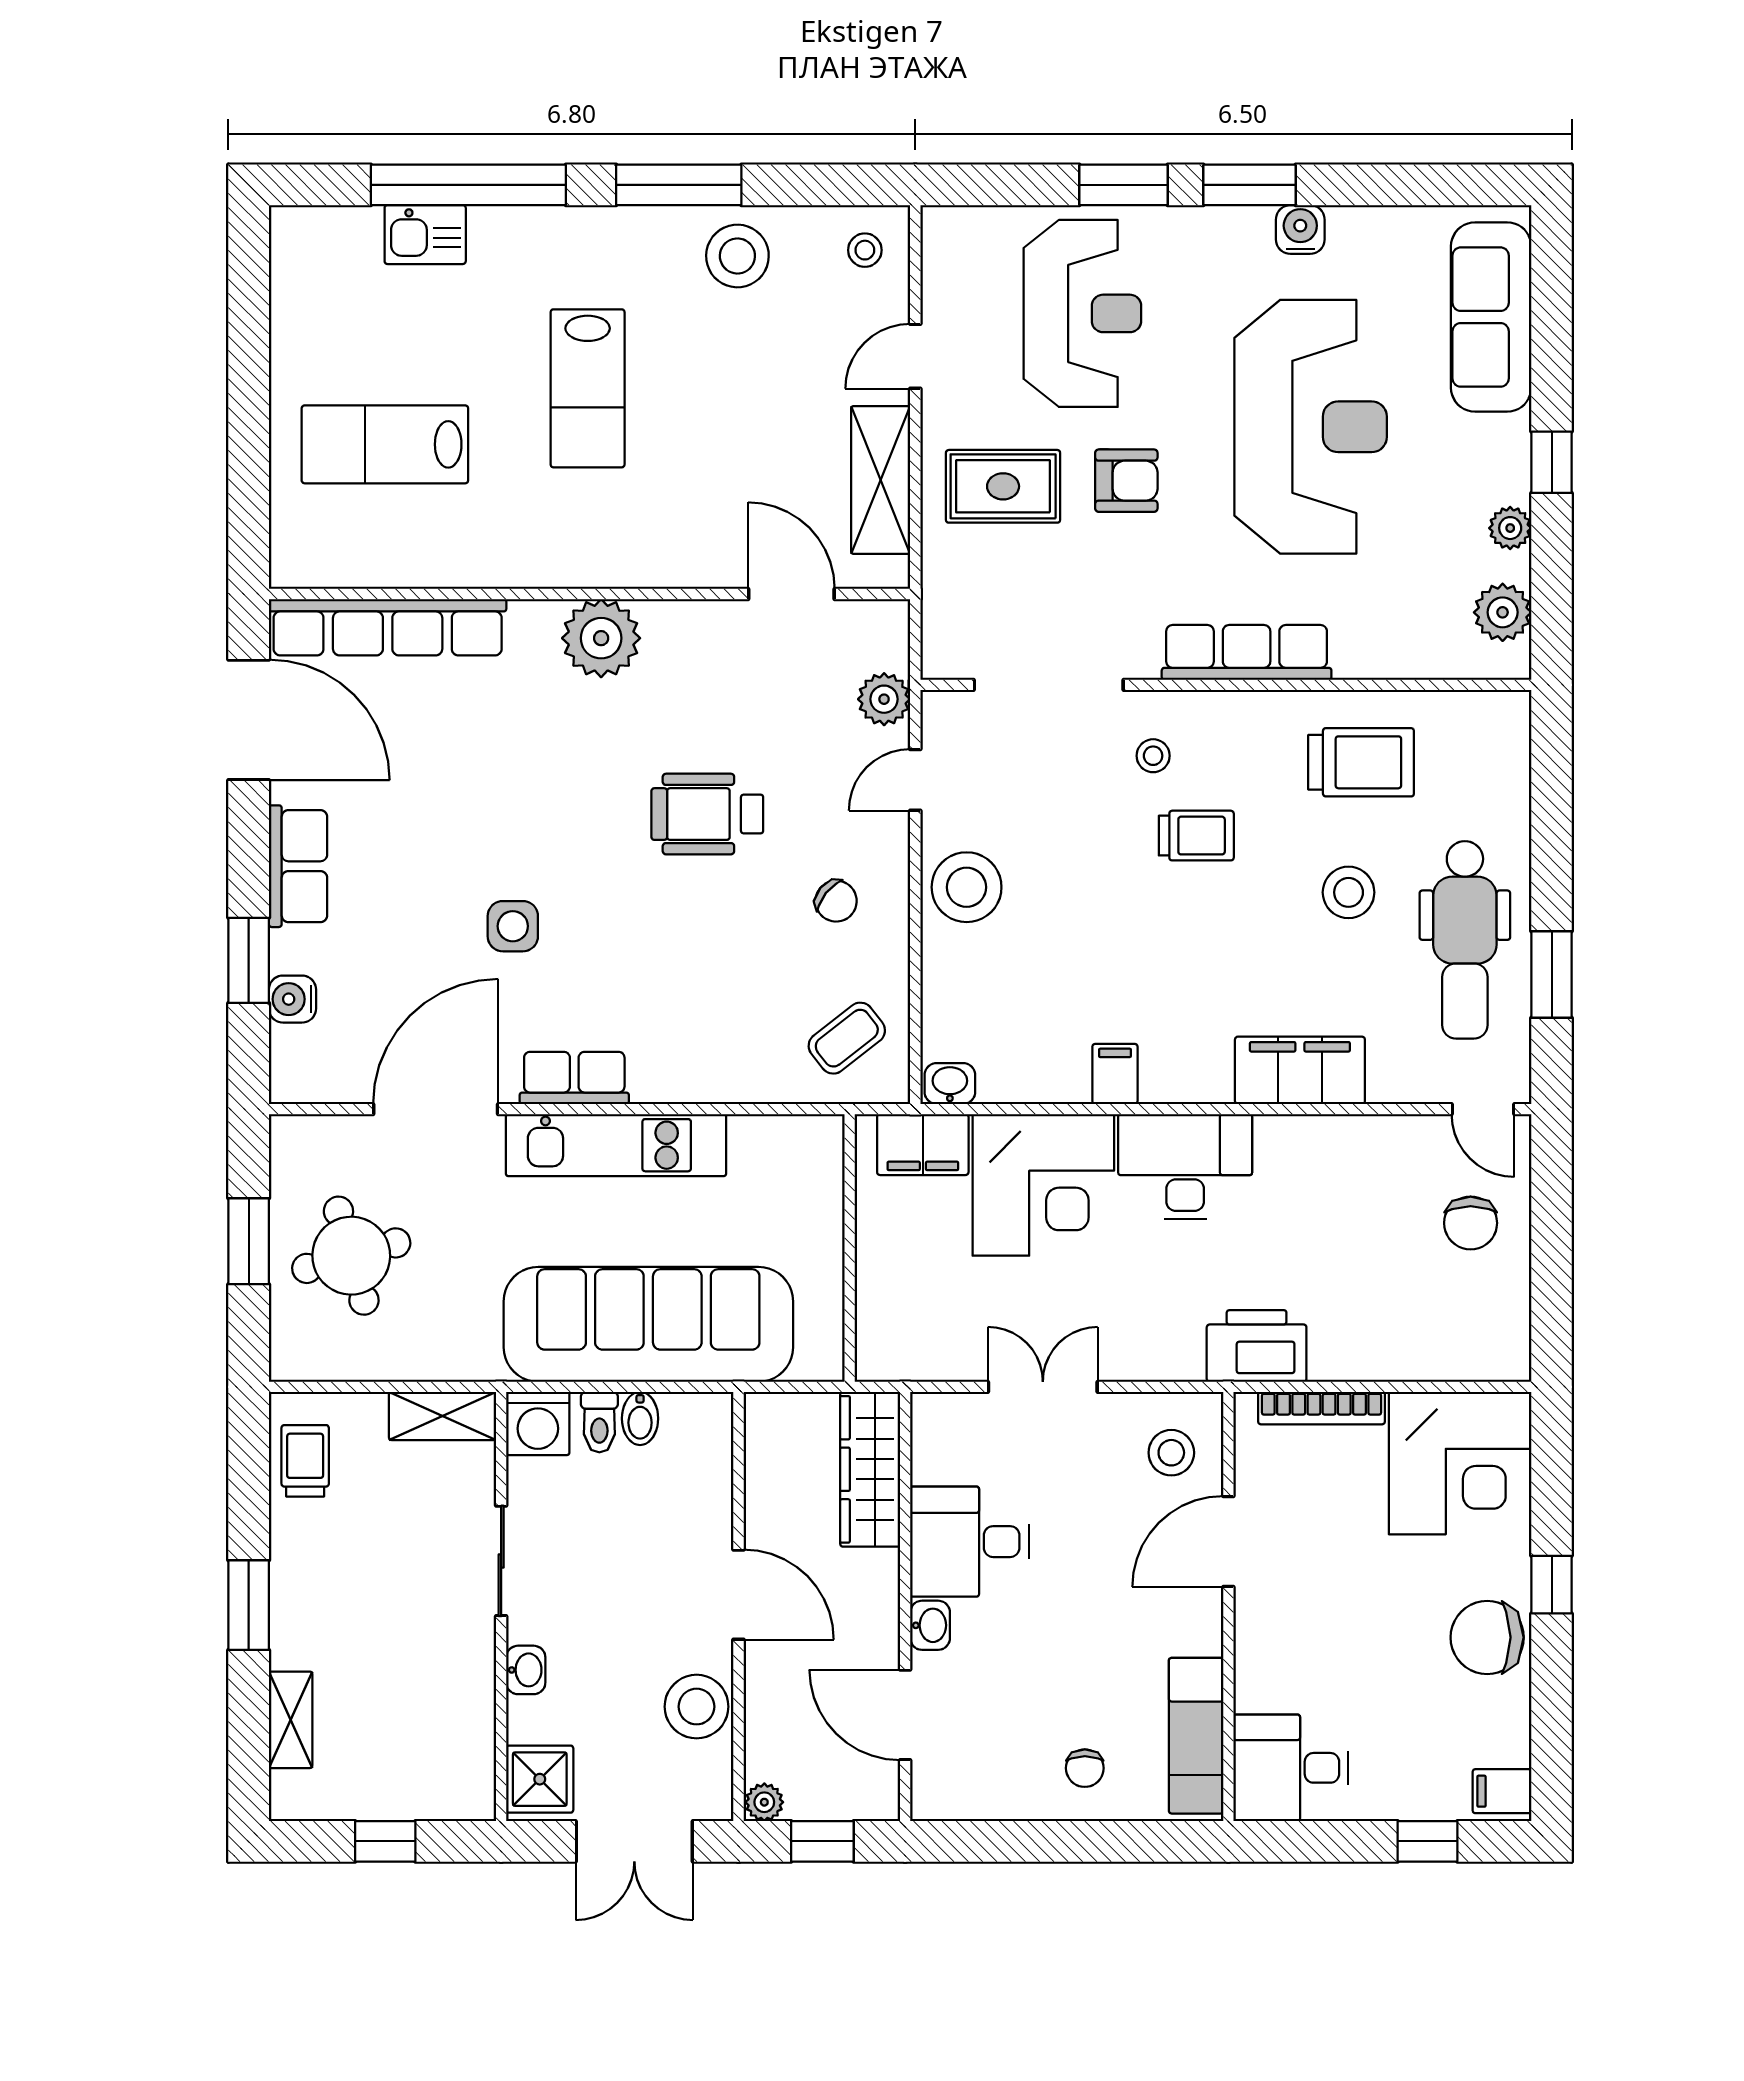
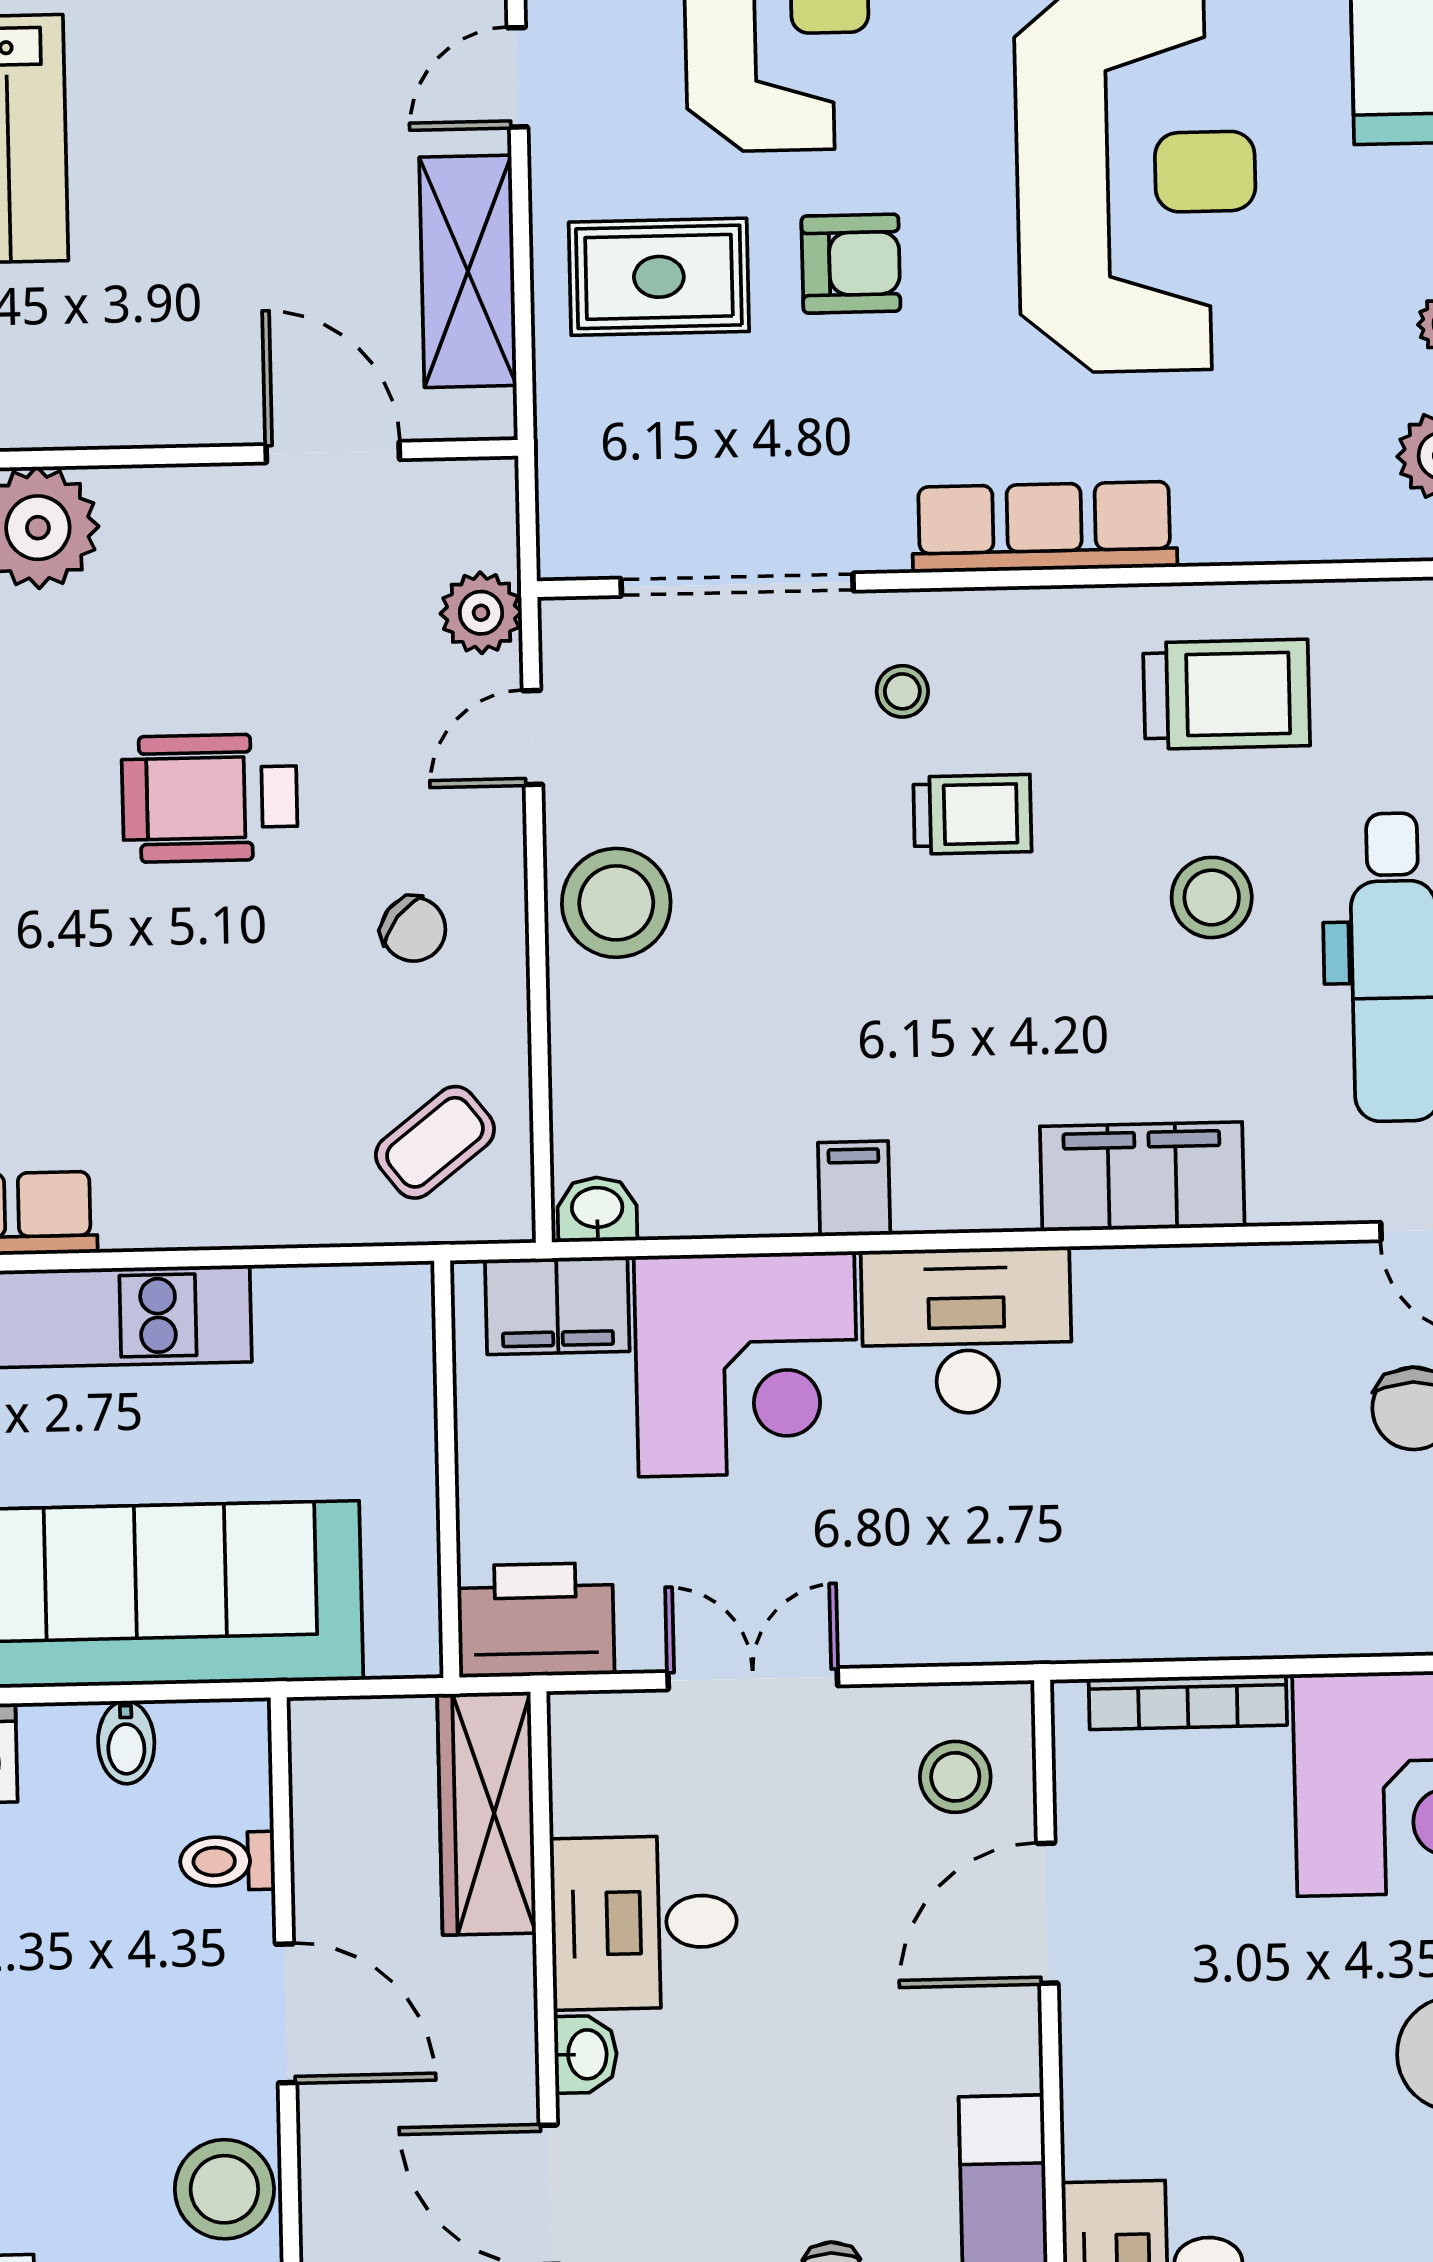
printer: (1257, 1346) -> (536, 1620), moved
toilet: (599, 1422) -> (227, 1861), moved, turned 90

